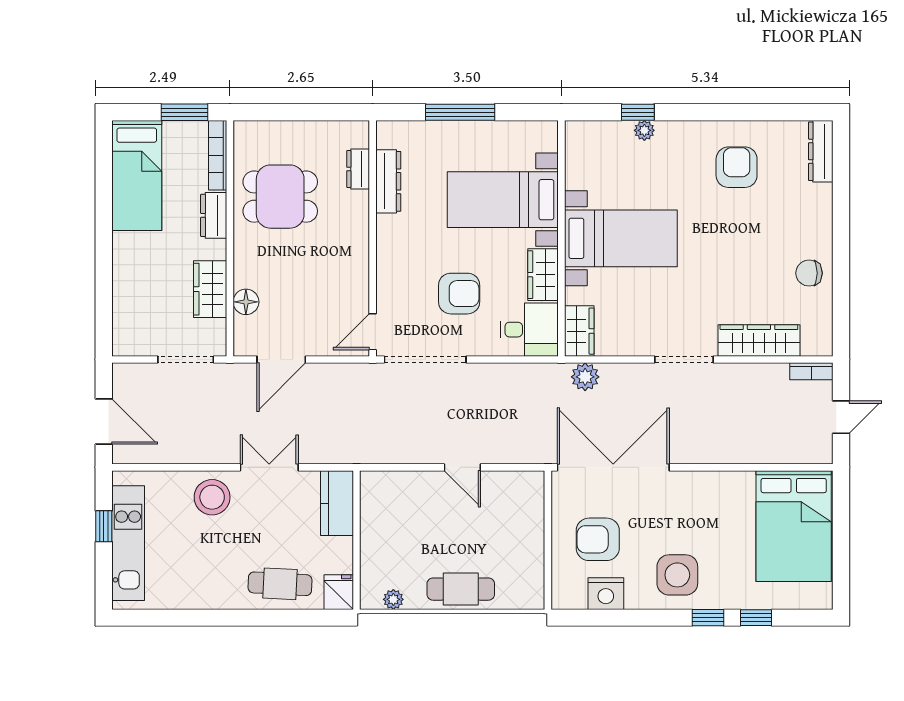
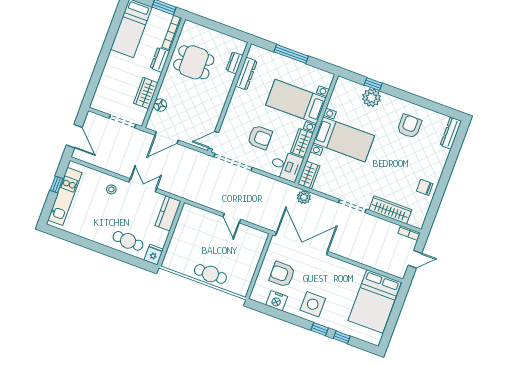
plant: (644, 130) -> (371, 98), width x1.88, depth x1.88
stool: (212, 497) -> (111, 189), width x0.53, depth x0.53
plant: (393, 599) -> (178, 267), removed

